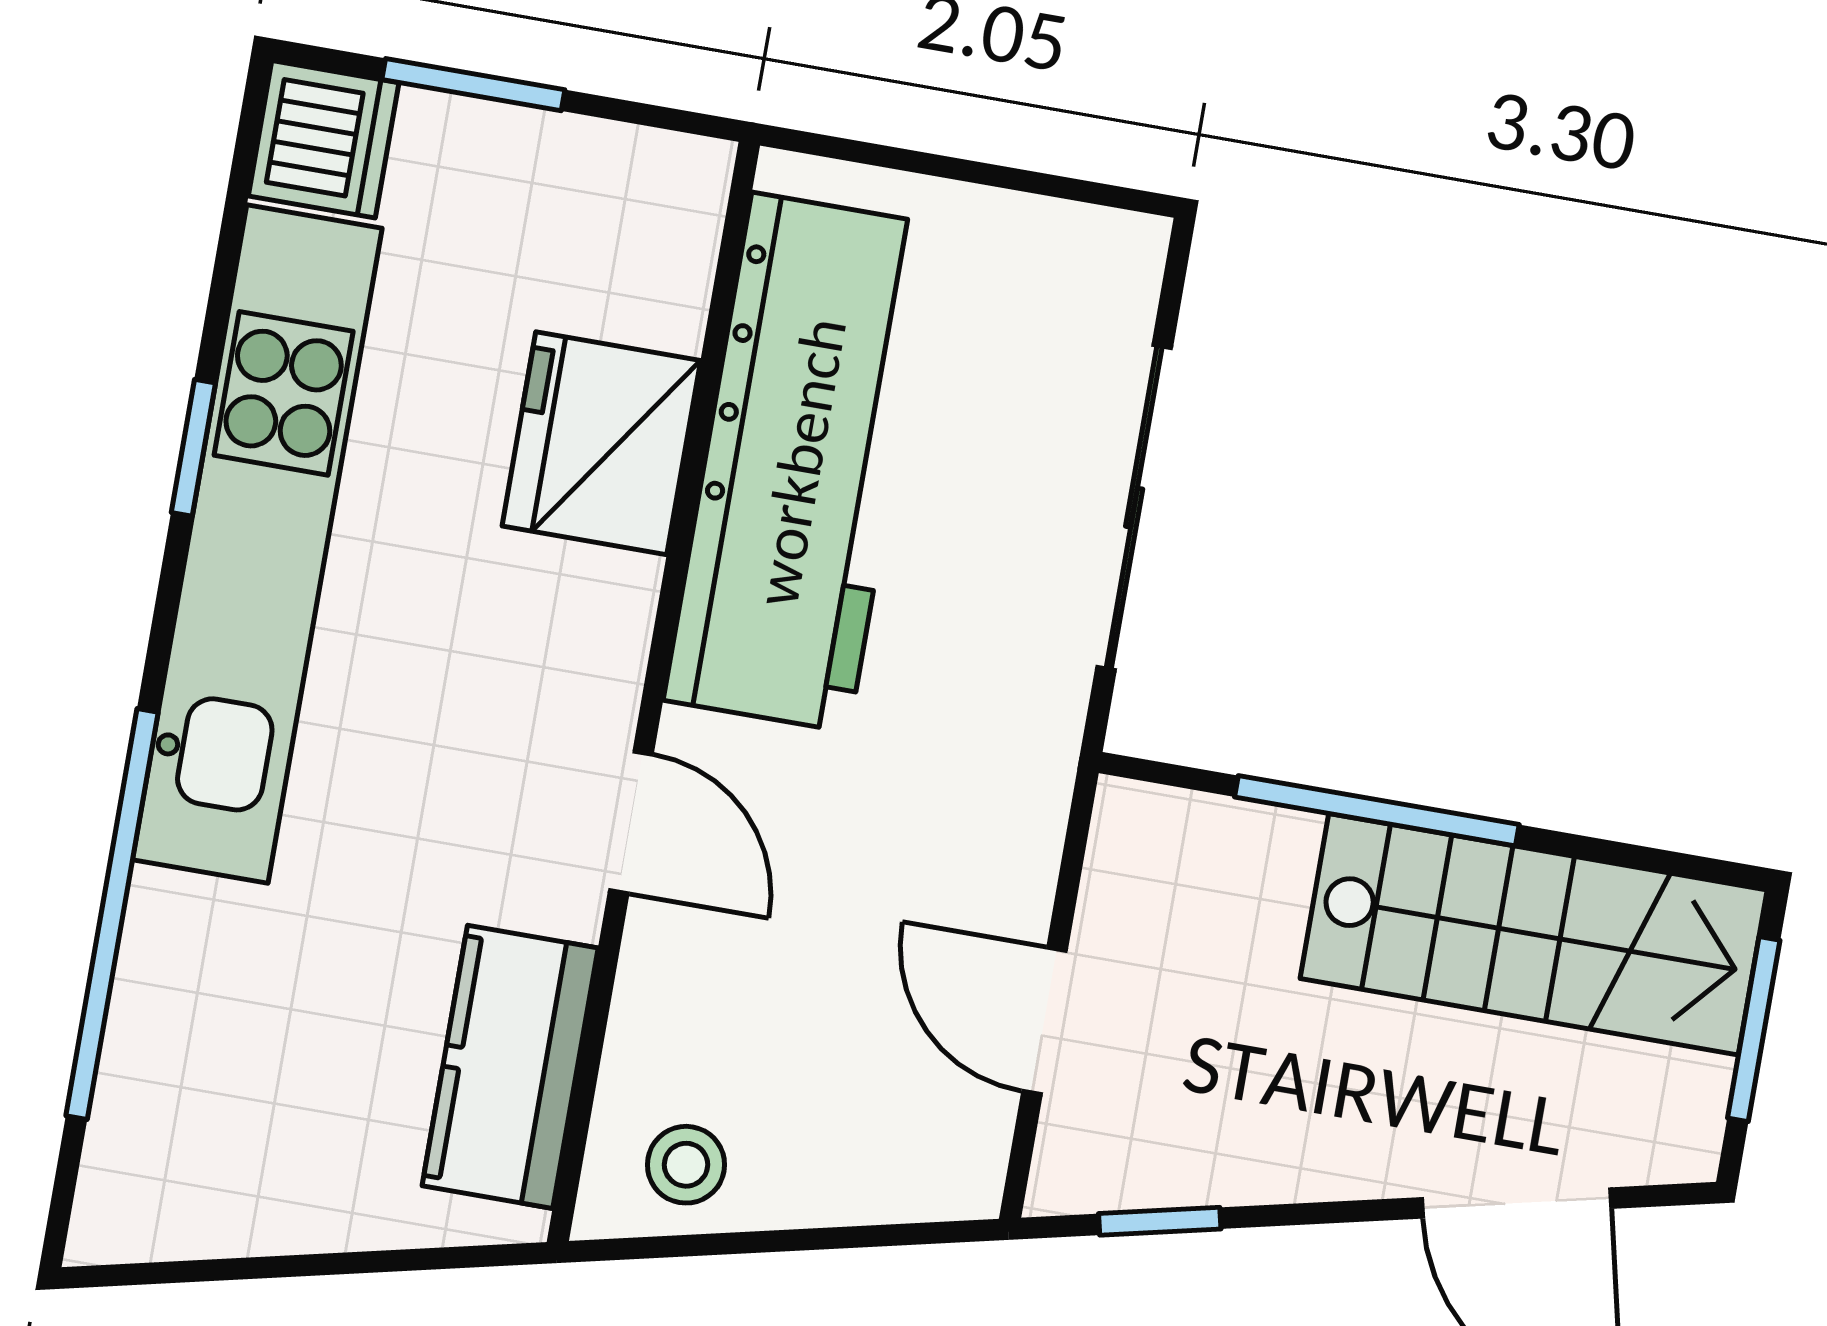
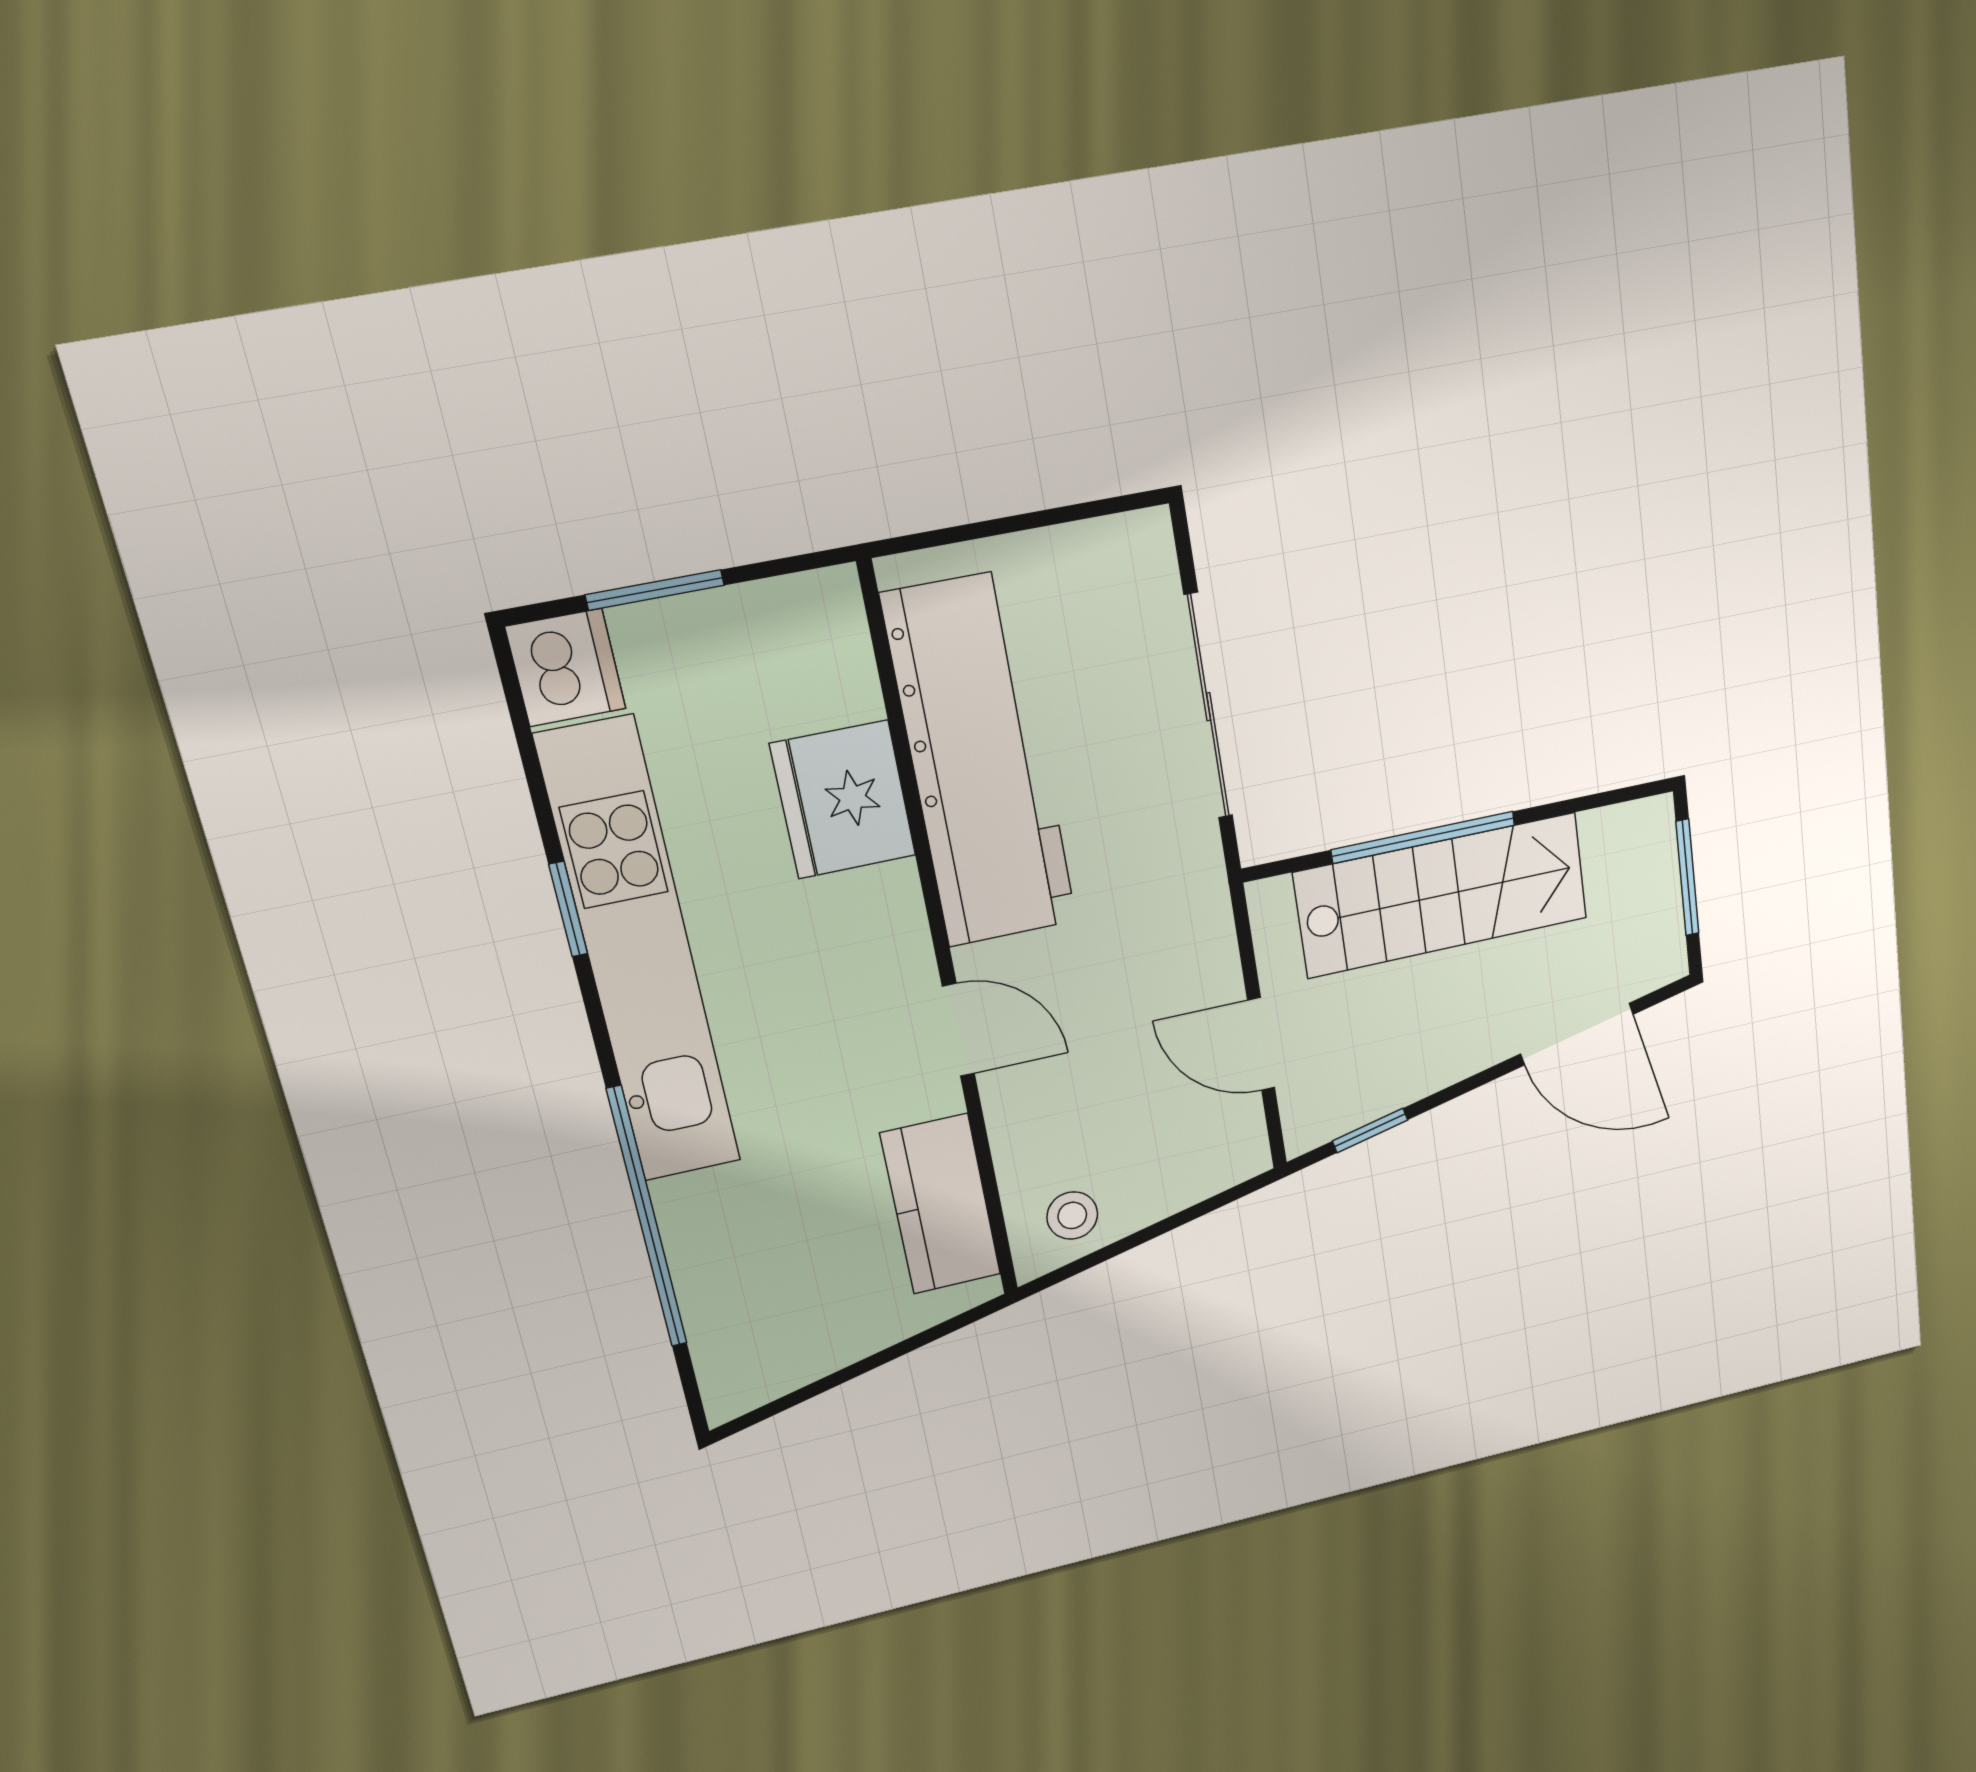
stairs: (1534, 934) -> (1442, 895), moved

